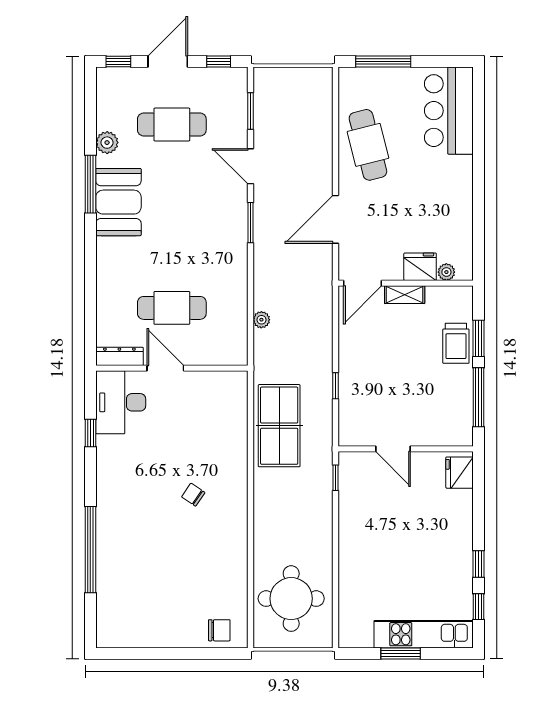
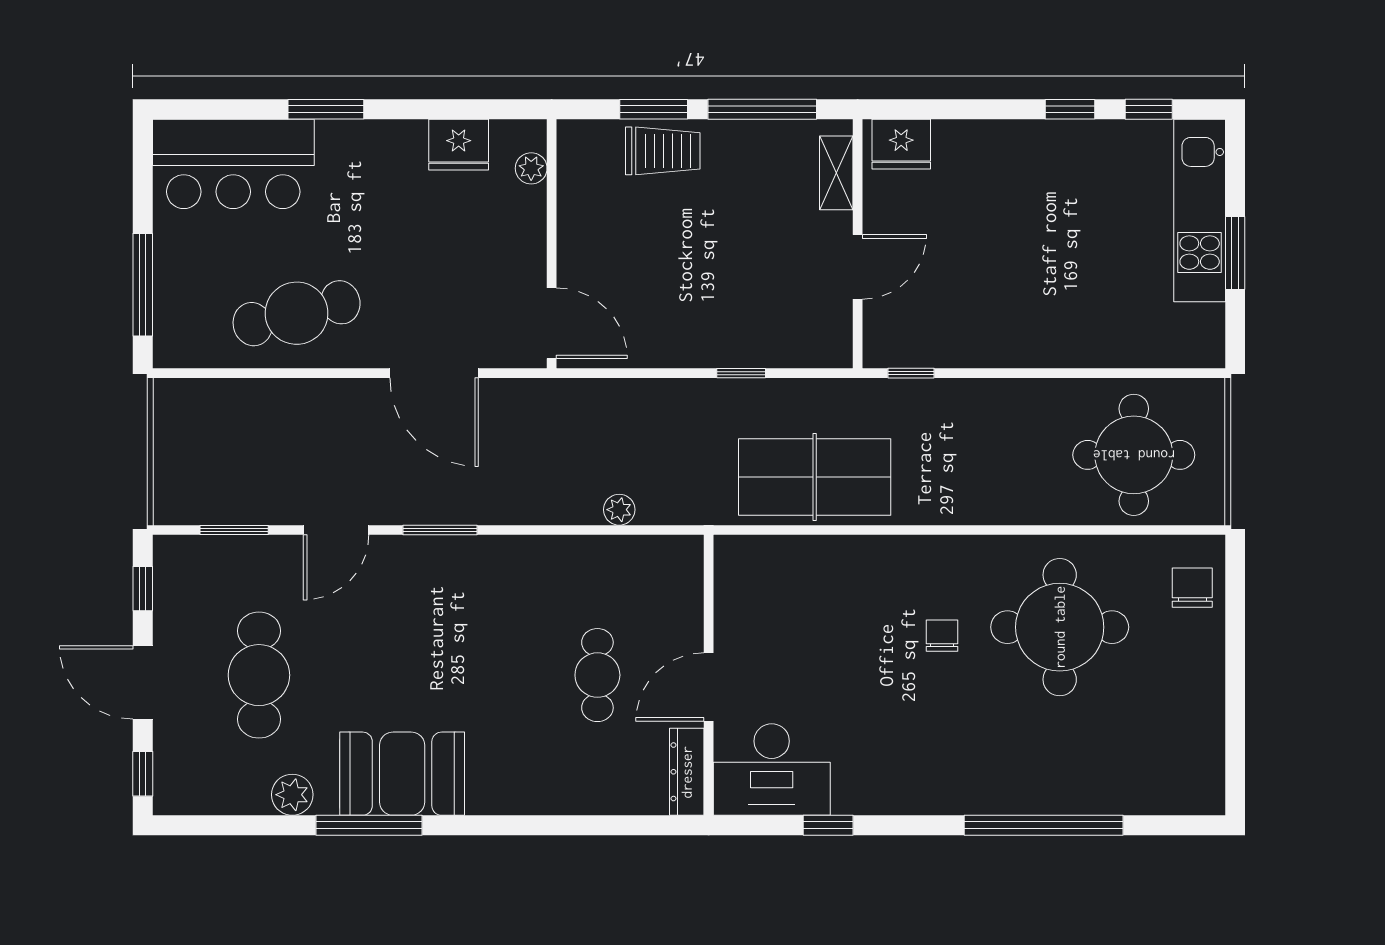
window: (478, 161) -> (326, 109), added
fridge: (420, 267) -> (459, 145), moved, turned -90
shelving: (405, 295) -> (836, 173), moved
cafe table: (172, 308) -> (597, 675), width x0.73, depth x0.74
chair: (193, 495) -> (942, 636), turned 146
round table: (198, 558) -> (1060, 627), added

